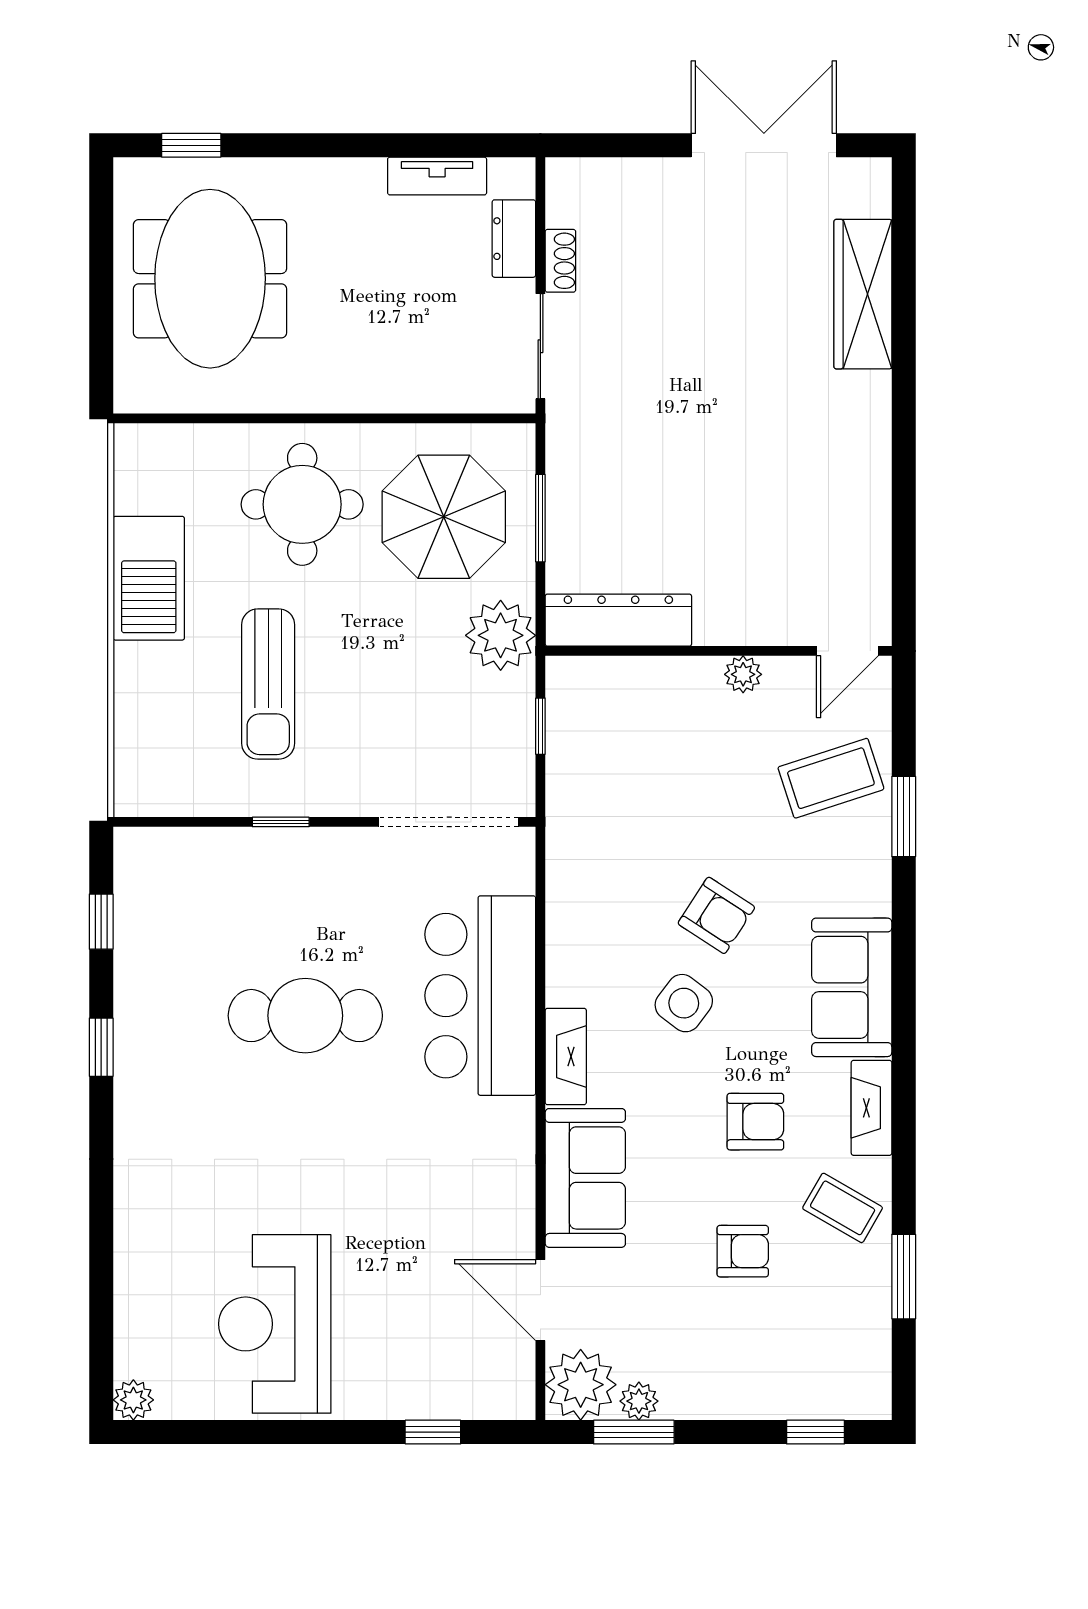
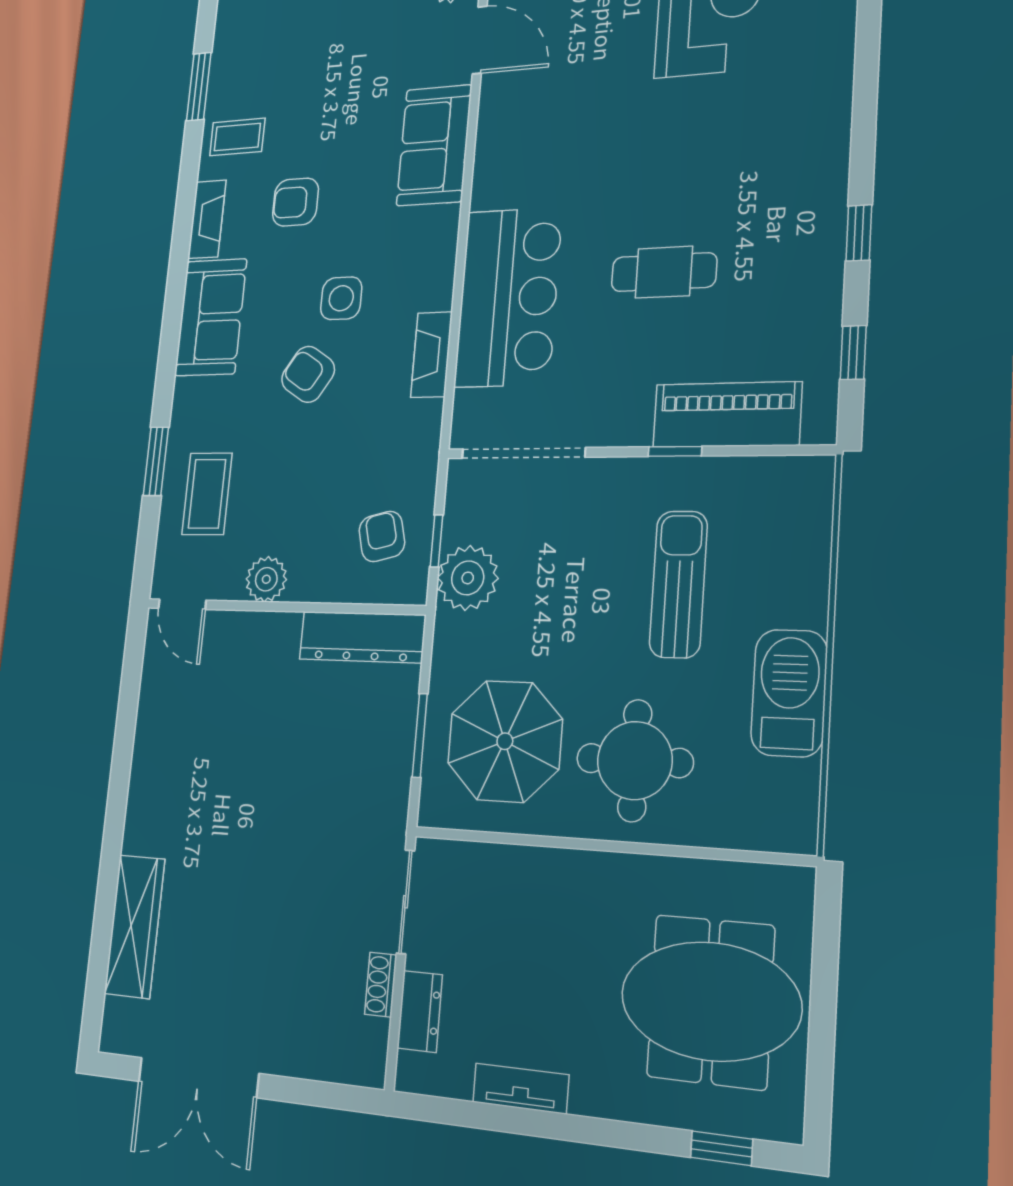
tv unit: (437, 176) -> (521, 1088), moved
meeting table: (210, 279) -> (711, 1001), turned 90
plant: (501, 635) -> (468, 578), moved
door: (847, 651) -> (182, 604), swing flipped
plant: (743, 674) -> (266, 579), width x1.38, depth x1.38
coffee table: (831, 778) -> (207, 494), turned -72
piano: (228, 860) -> (727, 415), added
side table: (684, 1003) -> (341, 298), turned -37
cafe table: (305, 1016) -> (664, 272), width x0.73, depth x0.74
fireplace: (566, 1056) -> (431, 355), moved
coffee table: (843, 1208) -> (237, 137), turned -30
armchair: (743, 1251) -> (382, 536), moved, turned 76

